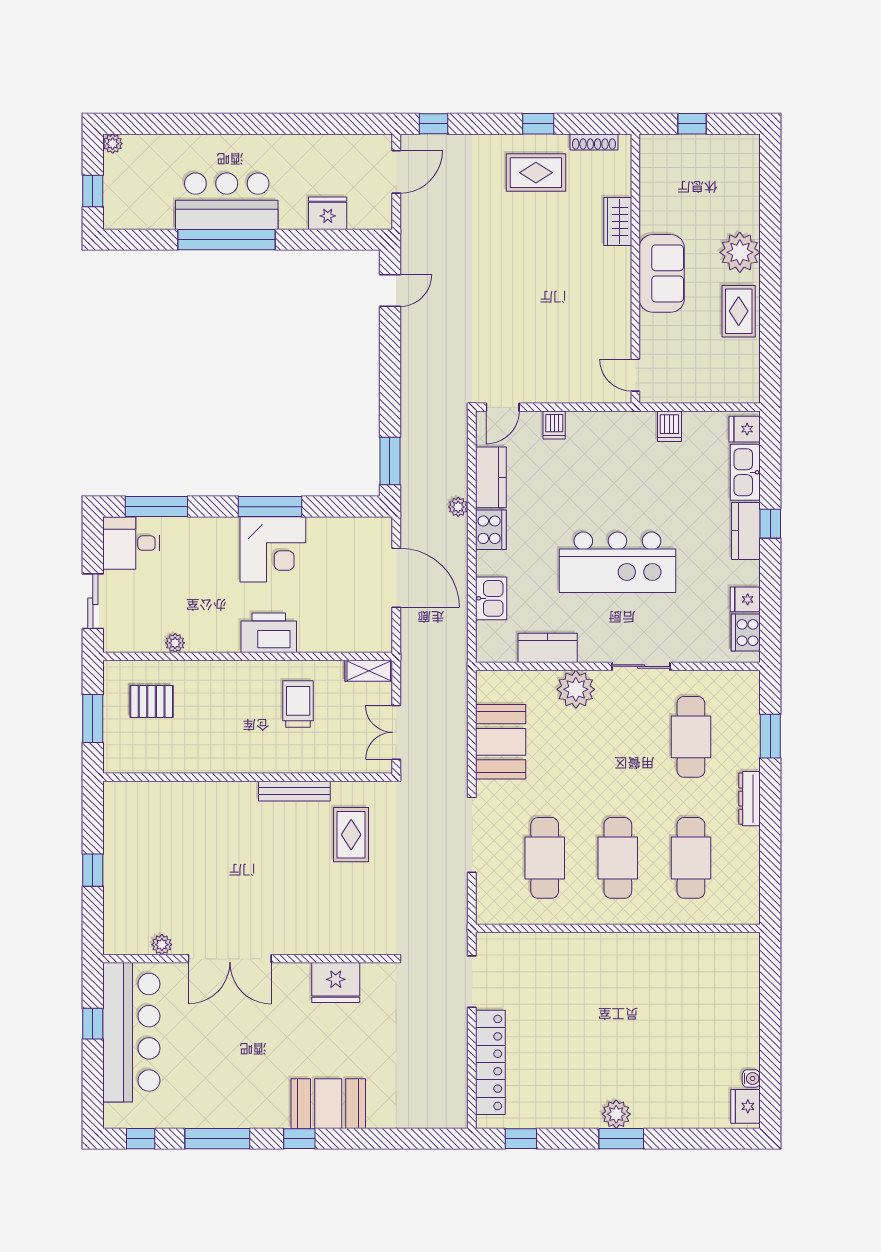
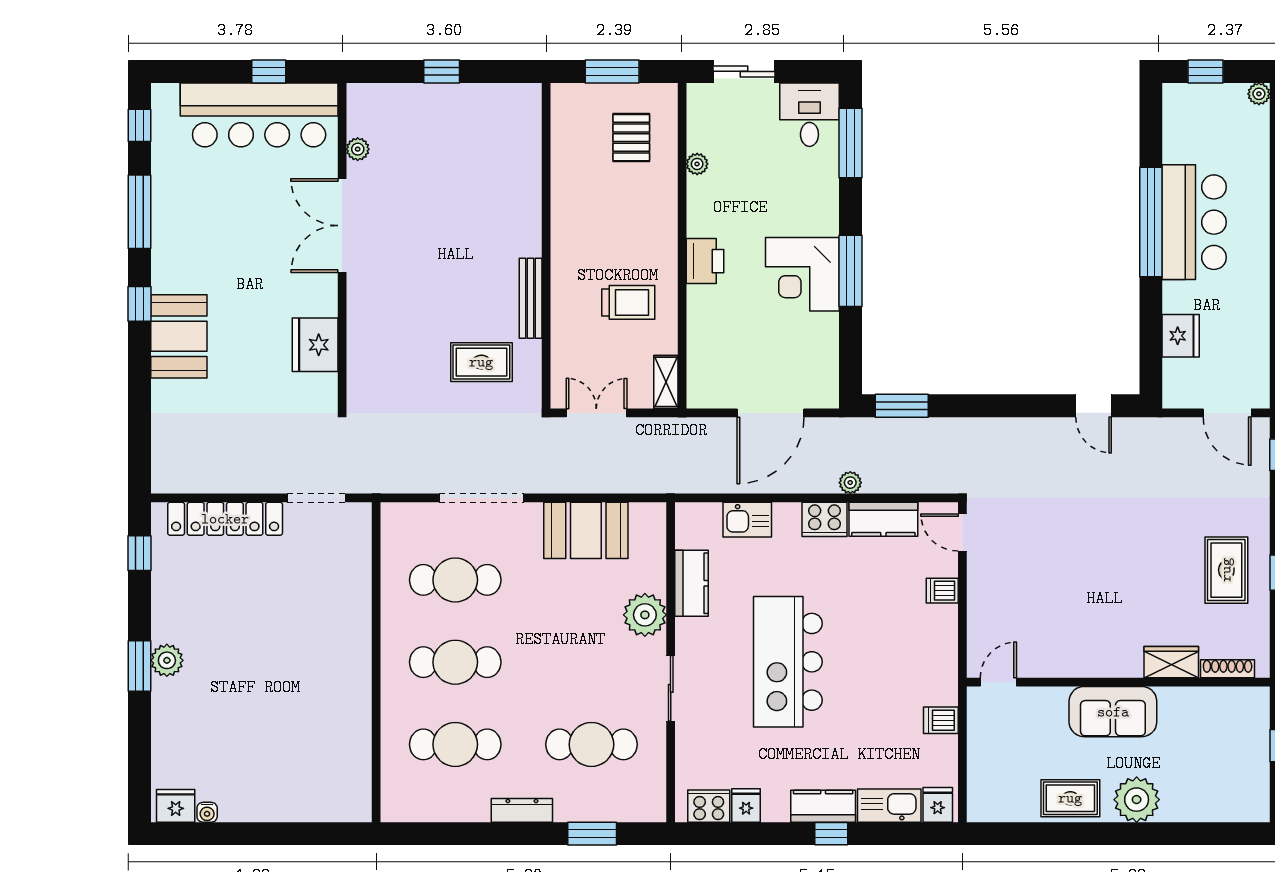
shoe rack: (594, 142) -> (1228, 669), moved, turned 90
printer: (269, 633) -> (705, 261), width x0.73, depth x0.84

